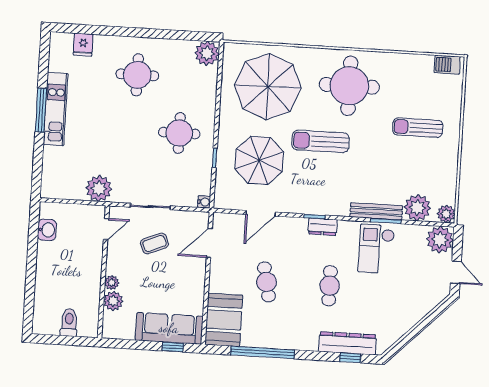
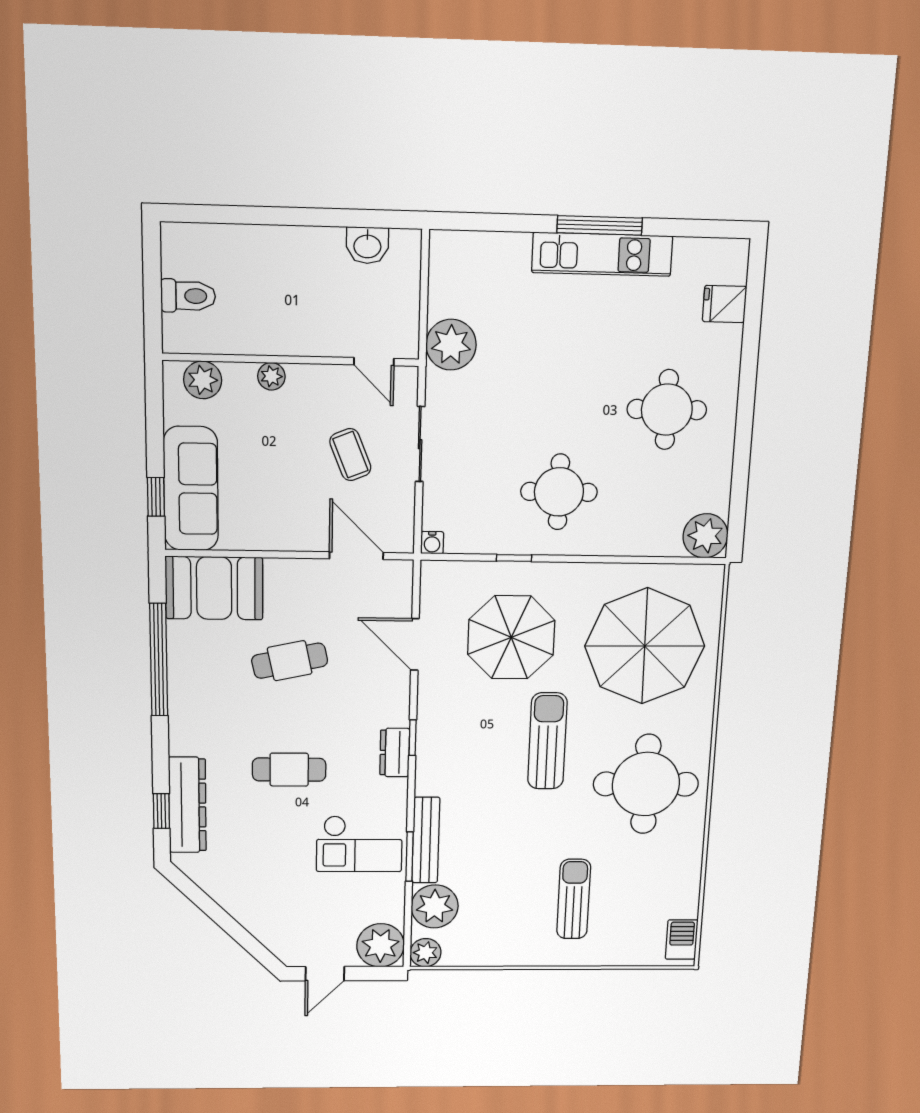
checkout: (376, 249) -> (359, 844), turned 180
plant: (113, 301) -> (203, 380), moved

